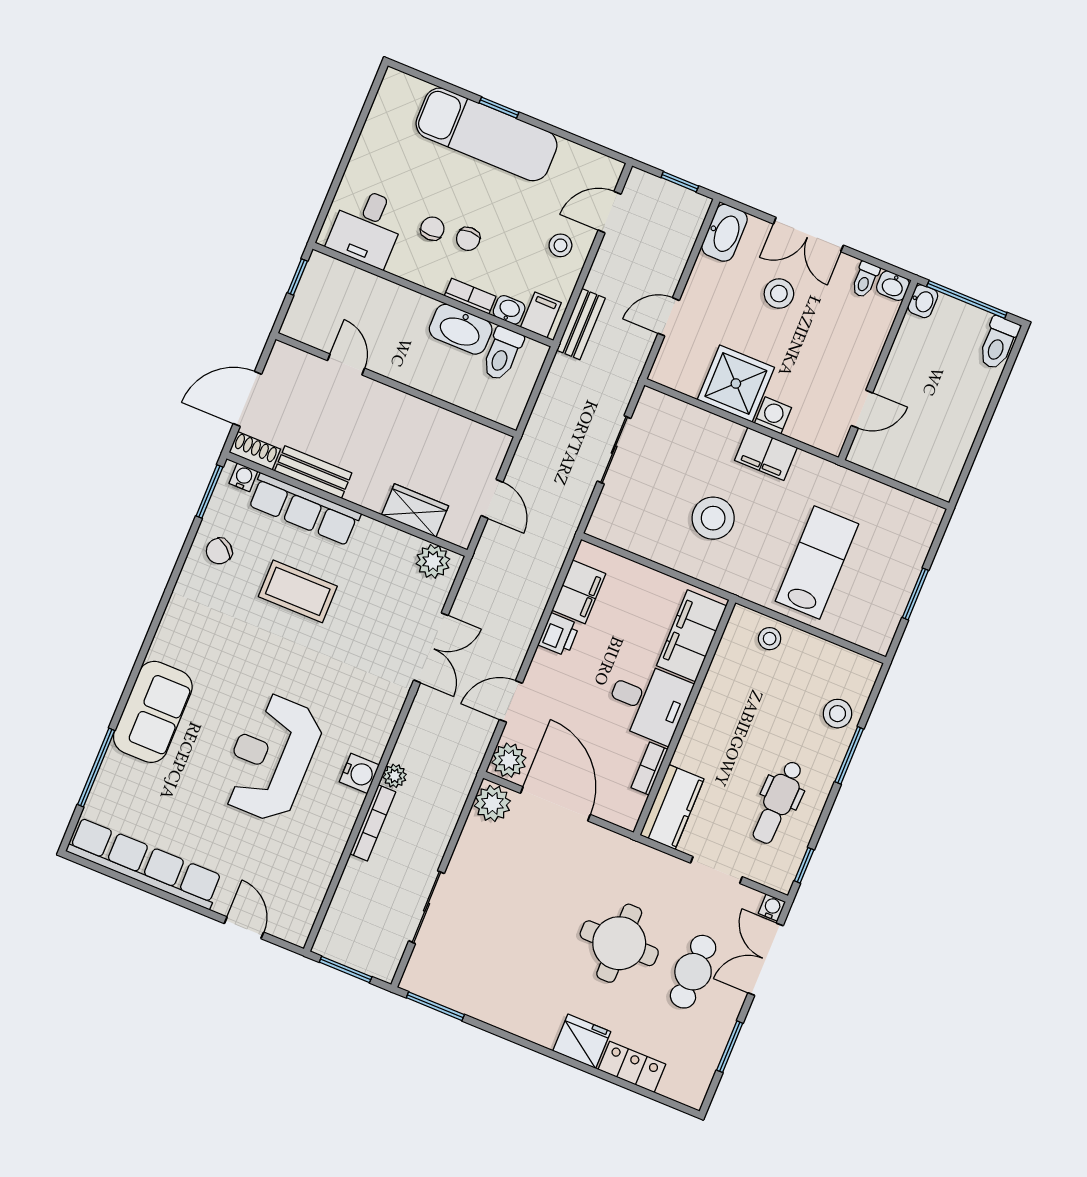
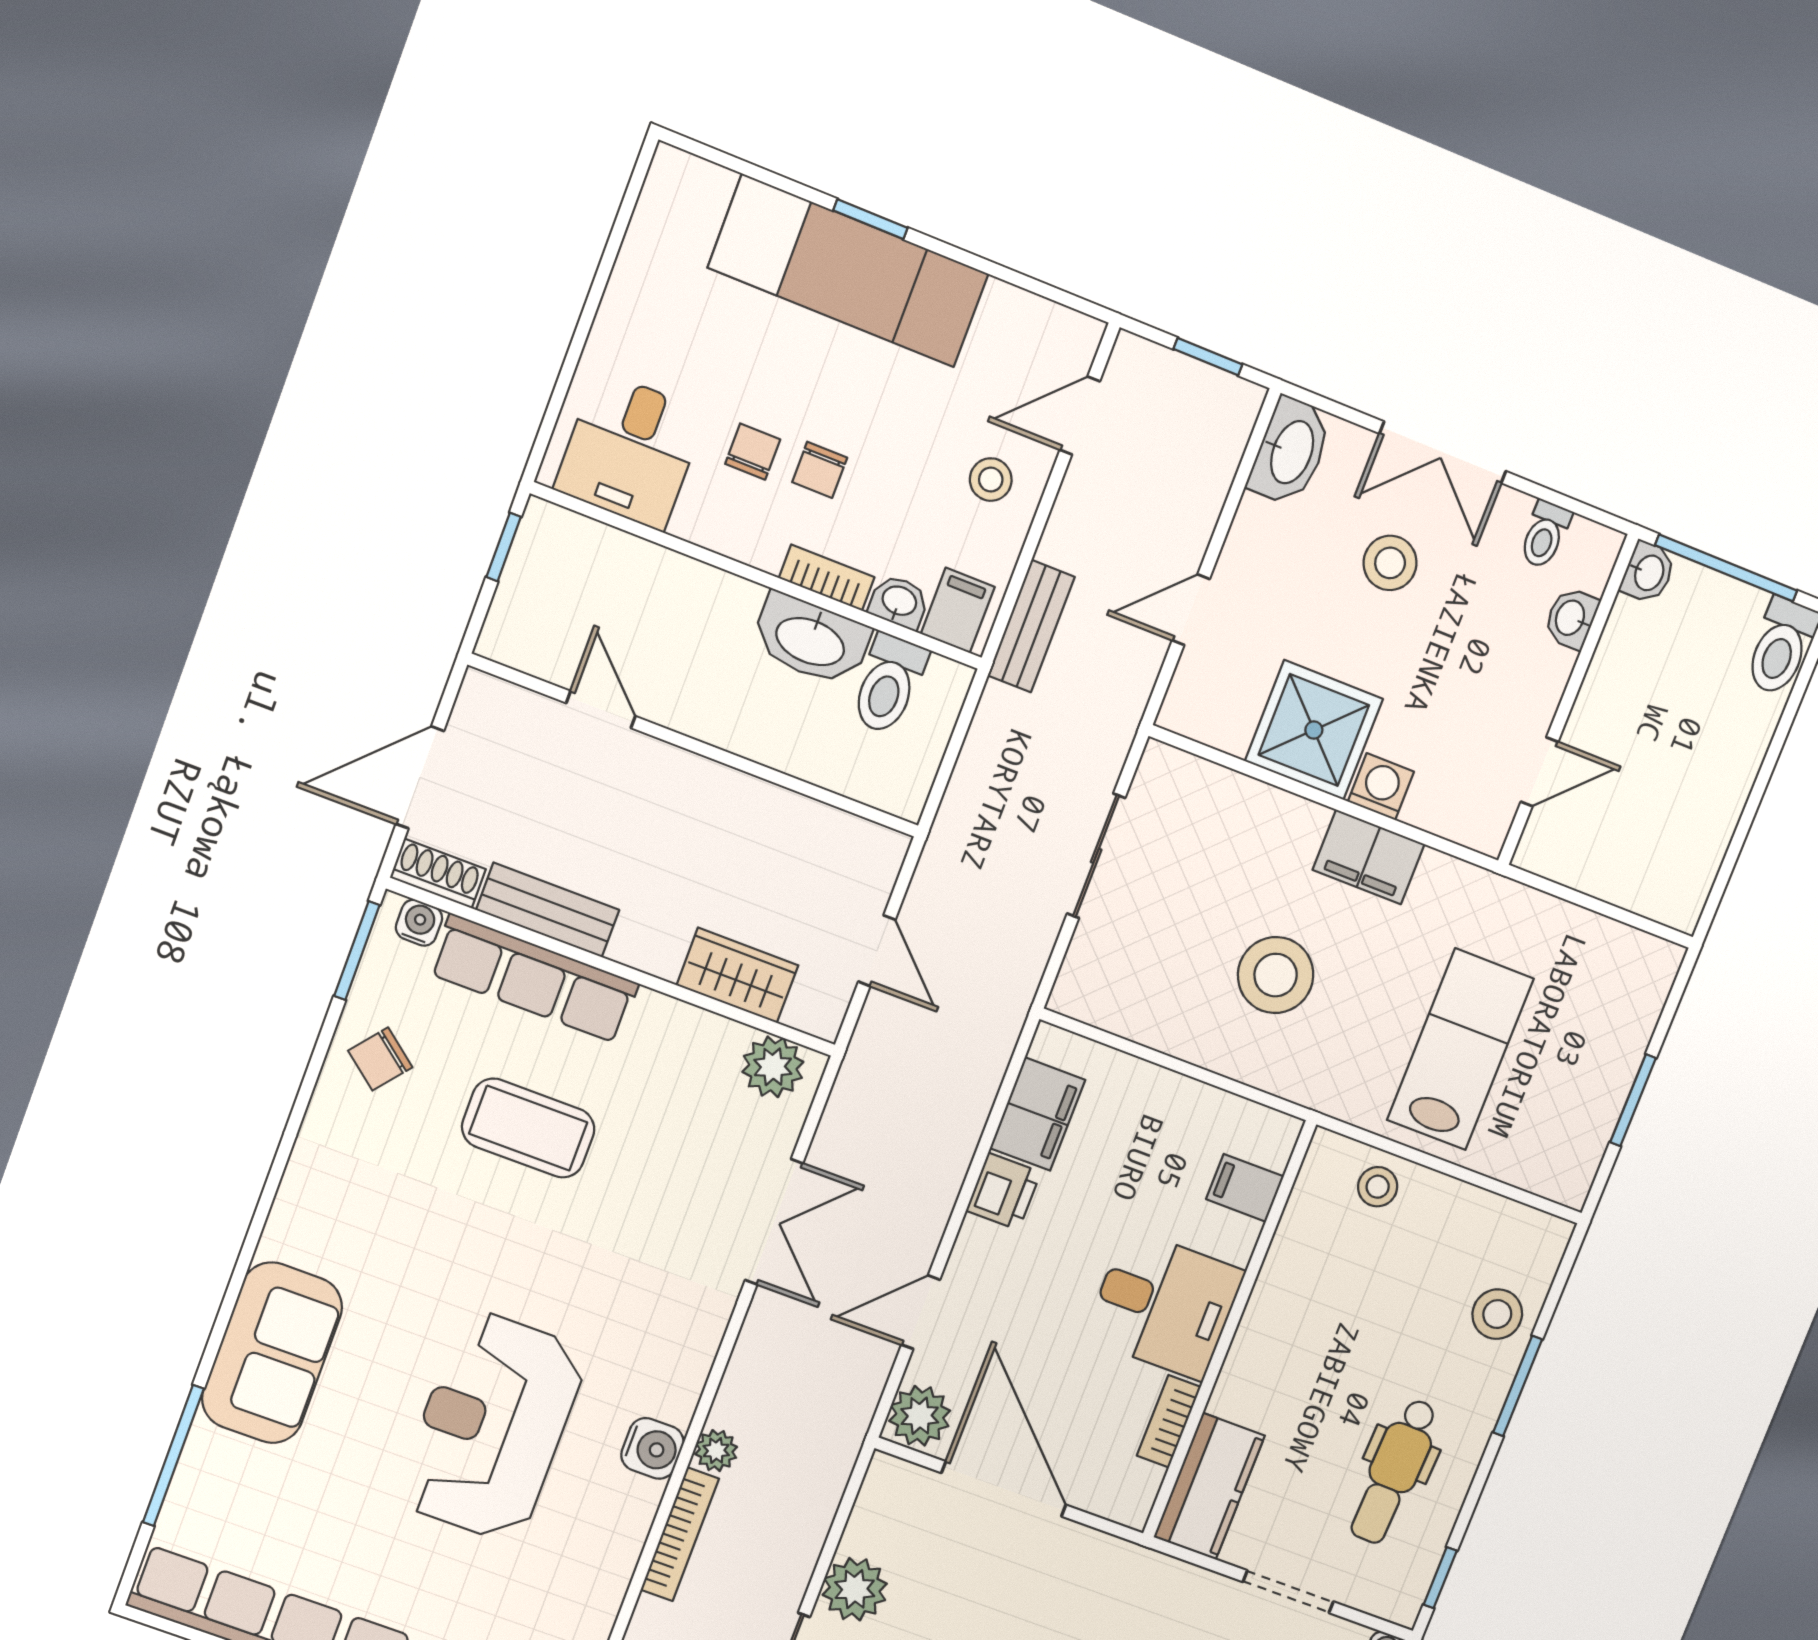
washbasin: (893, 286) -> (1571, 618), moved, turned 90
filing cabinet: (692, 636) -> (1245, 1188), width x0.33, depth x0.86
plant: (492, 803) -> (855, 1589), moved

